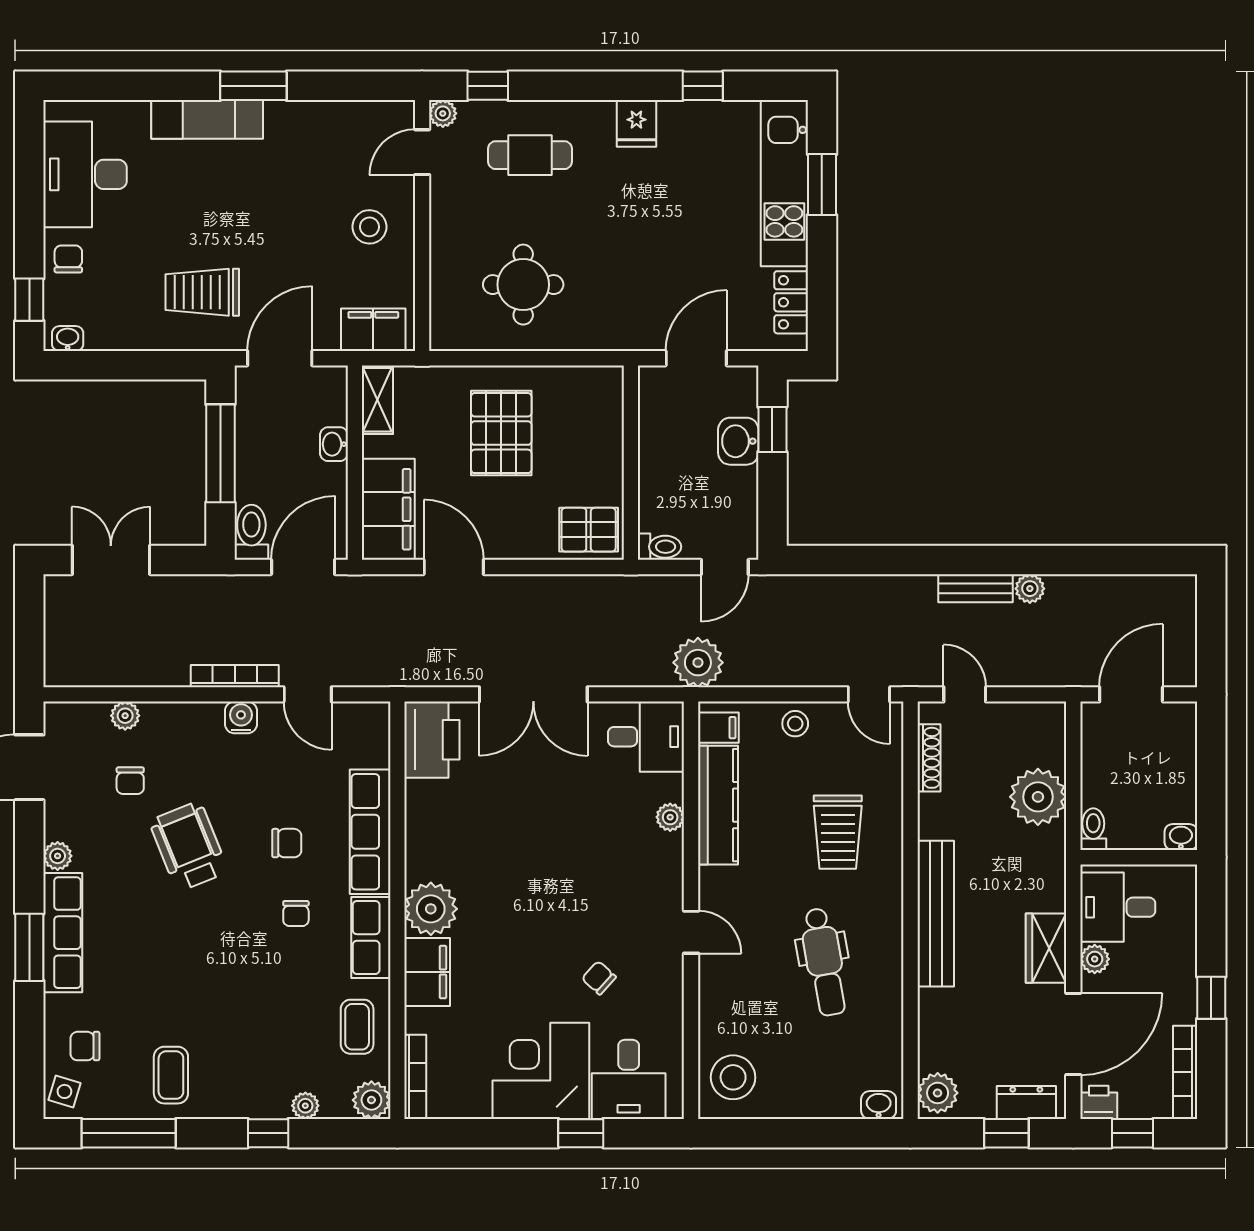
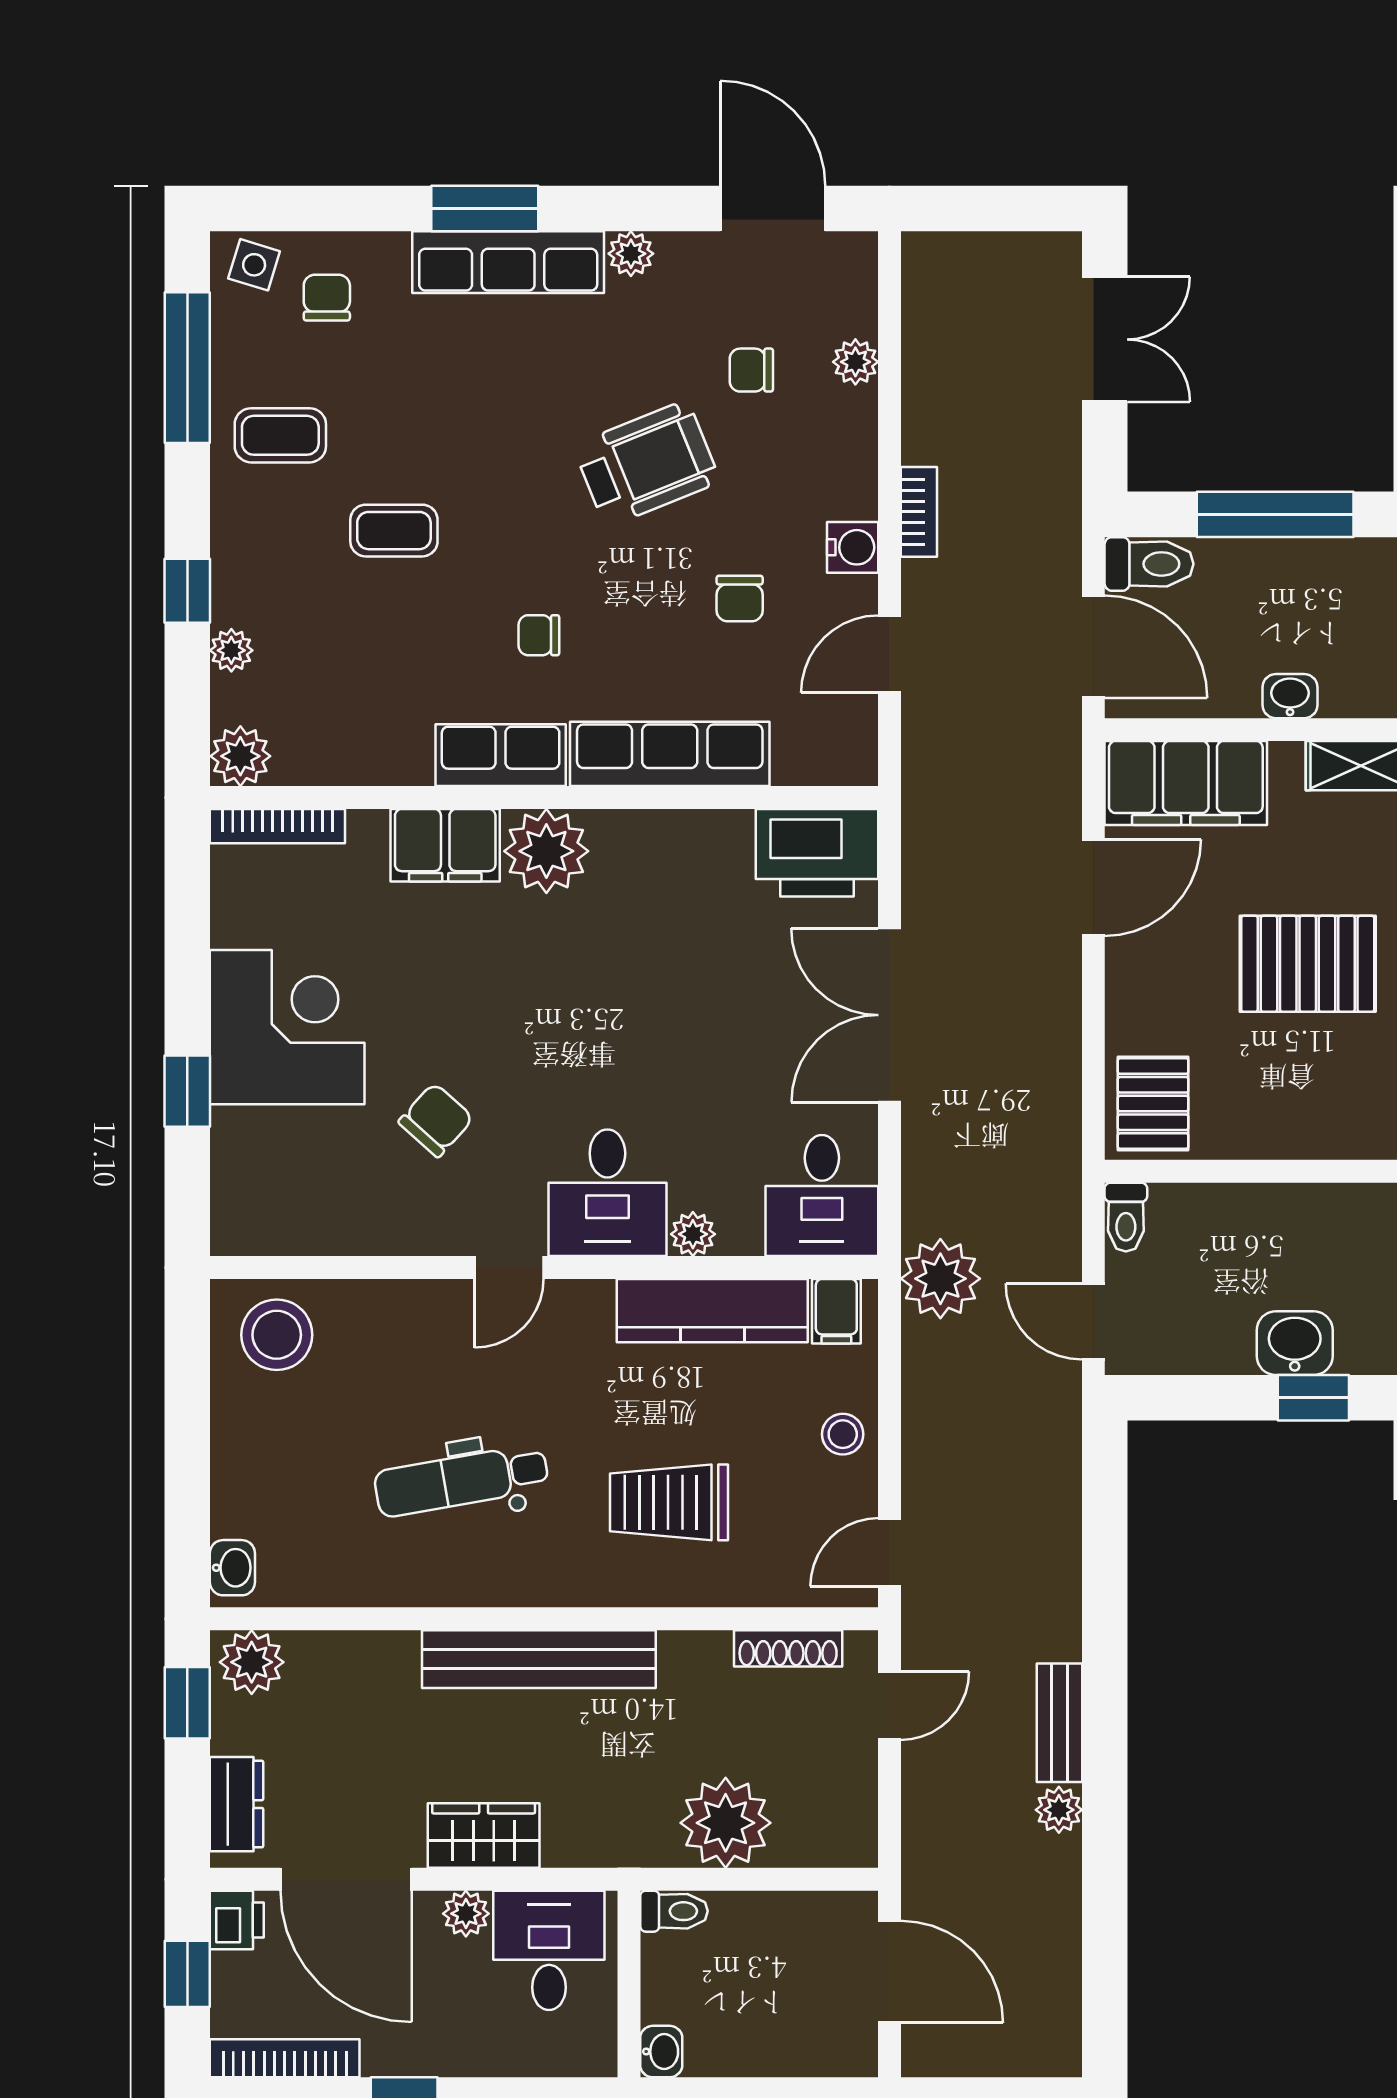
bookcase: (235, 676) -> (919, 512), width x0.64
chair: (287, 843) -> (740, 598), moved
chair: (599, 978) -> (436, 1120), width x1.37, depth x1.37
coffee table: (357, 1027) -> (394, 531), moved
desk: (629, 1079) -> (607, 1193), moved, turned -90
window: (1006, 1133) -> (187, 1703), moved

